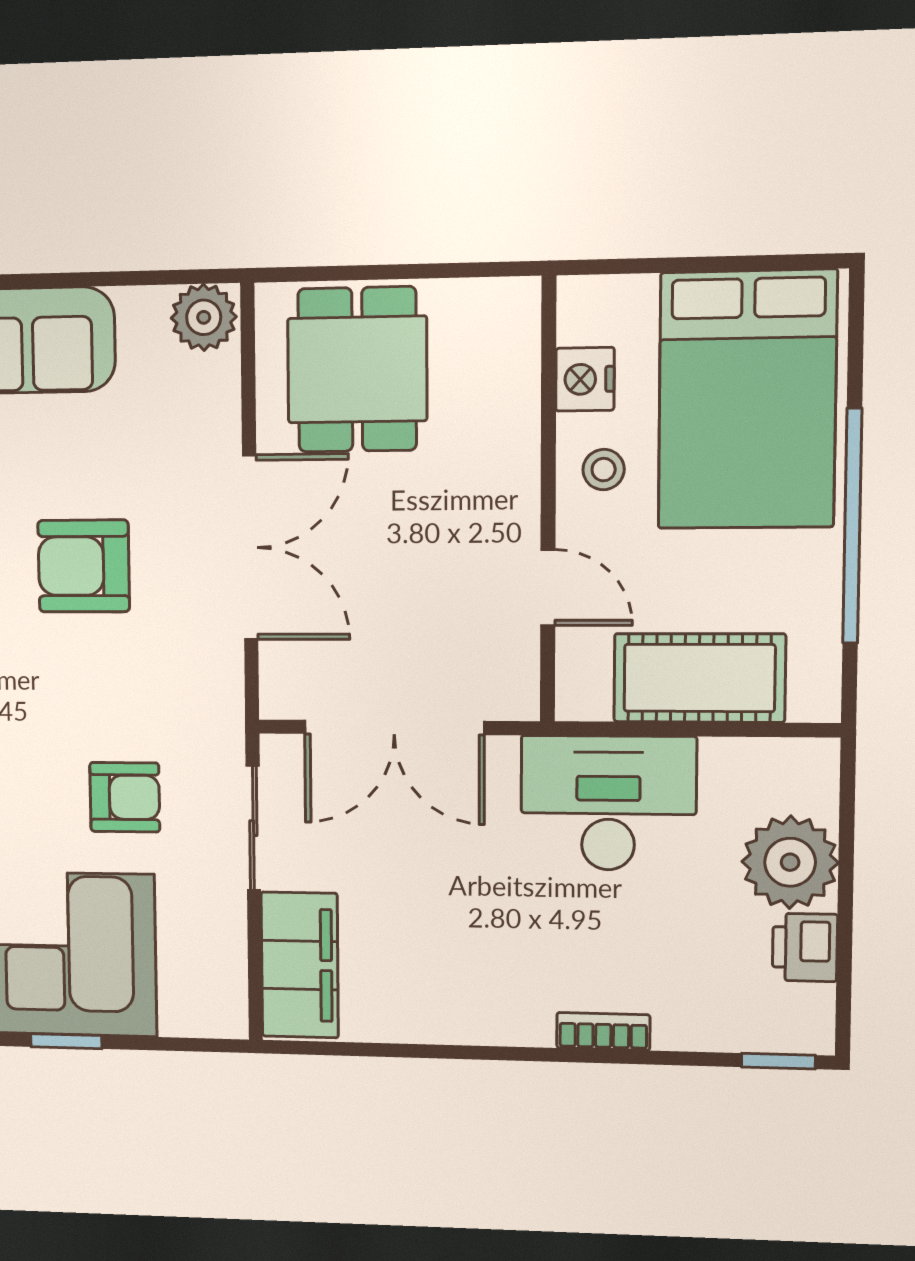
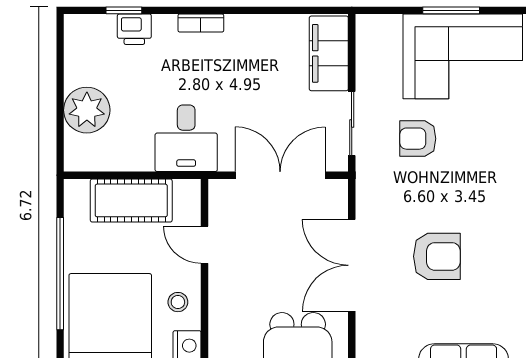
desk: (608, 803) -> (186, 138), width x0.73
printer: (805, 947) -> (134, 29), moved, turned 90
bookcase: (603, 1031) -> (201, 23), moved
window: (66, 1041) -> (451, 10), width x1.50
window: (778, 1061) -> (124, 10), moved

